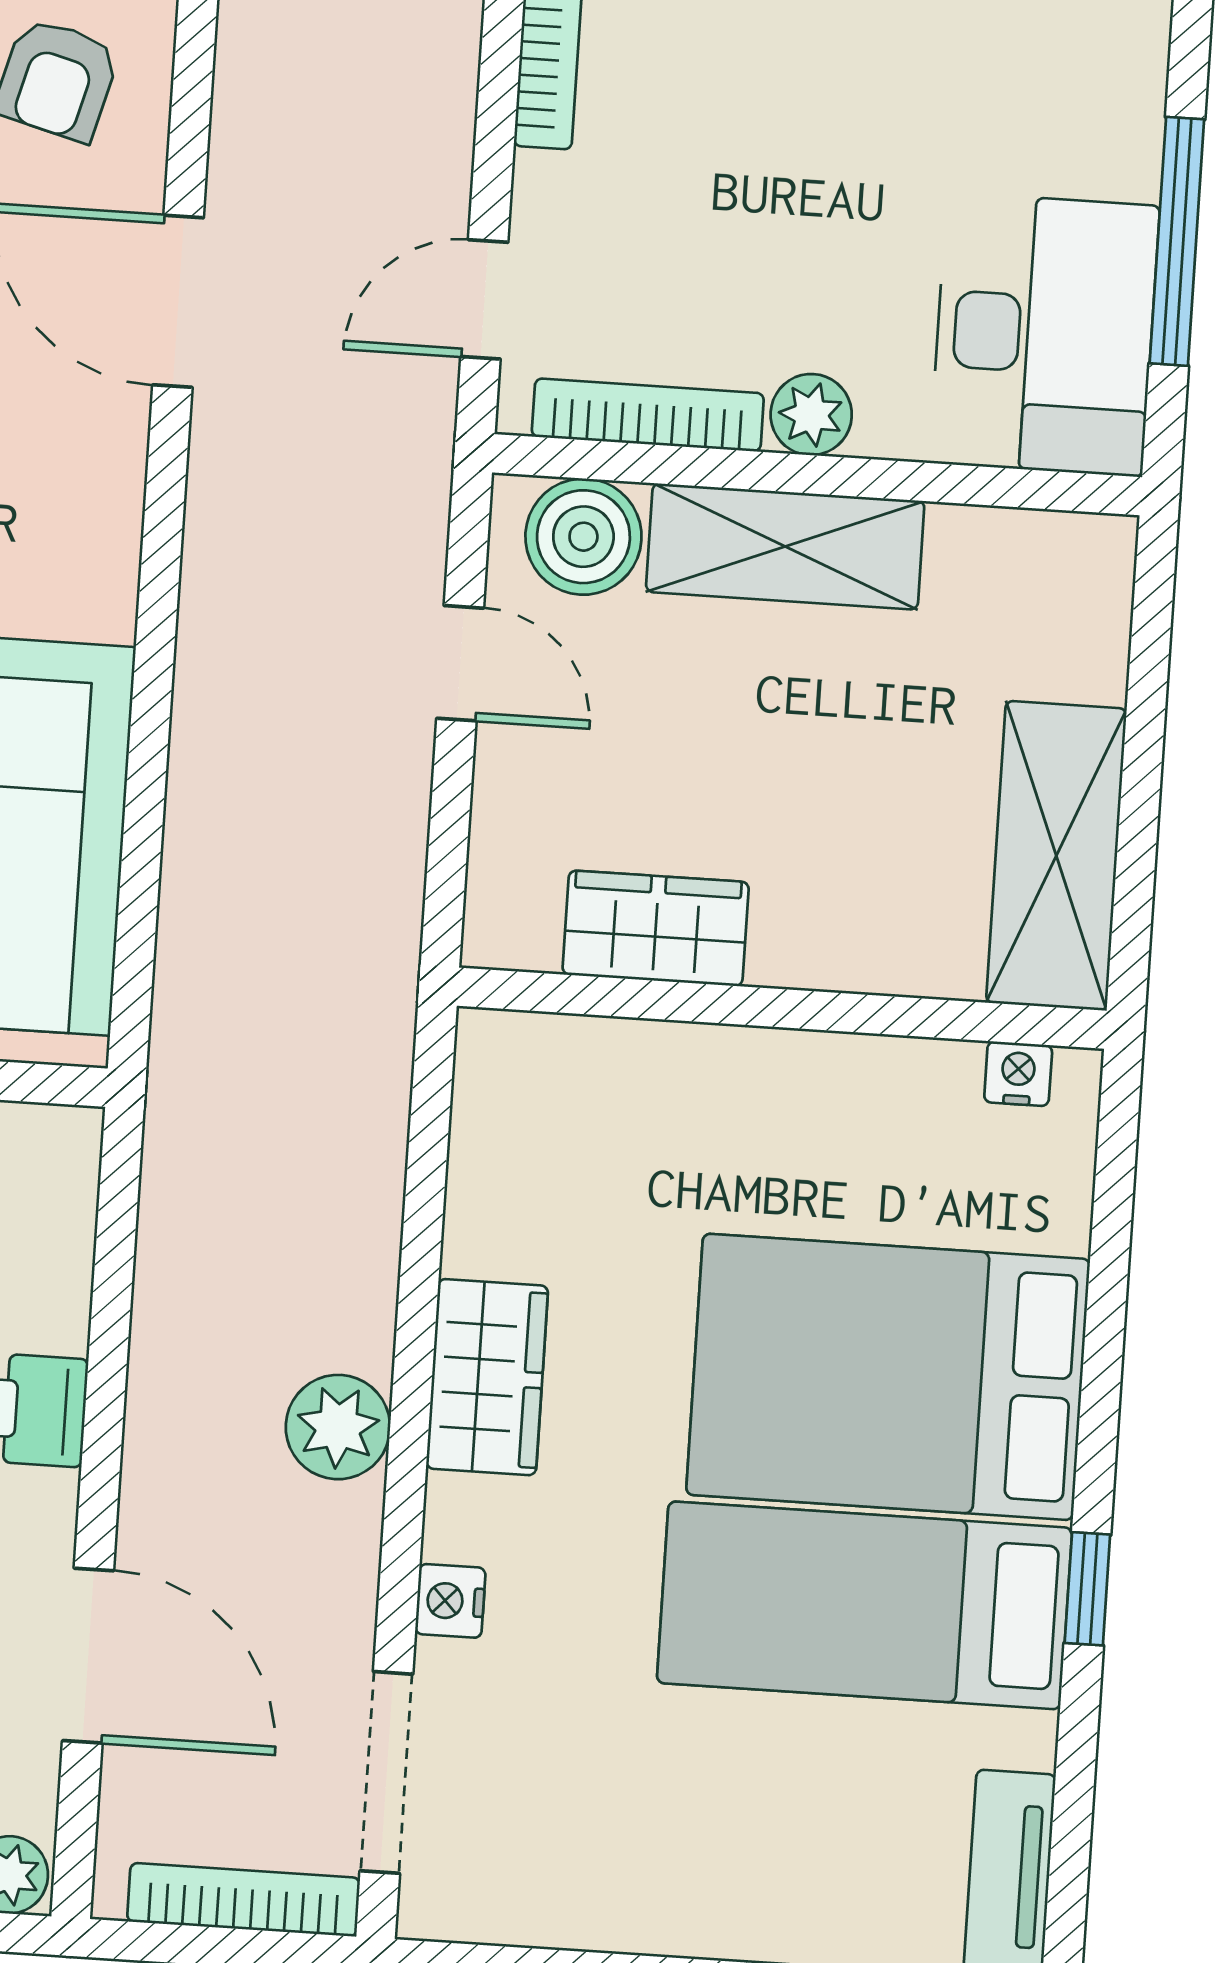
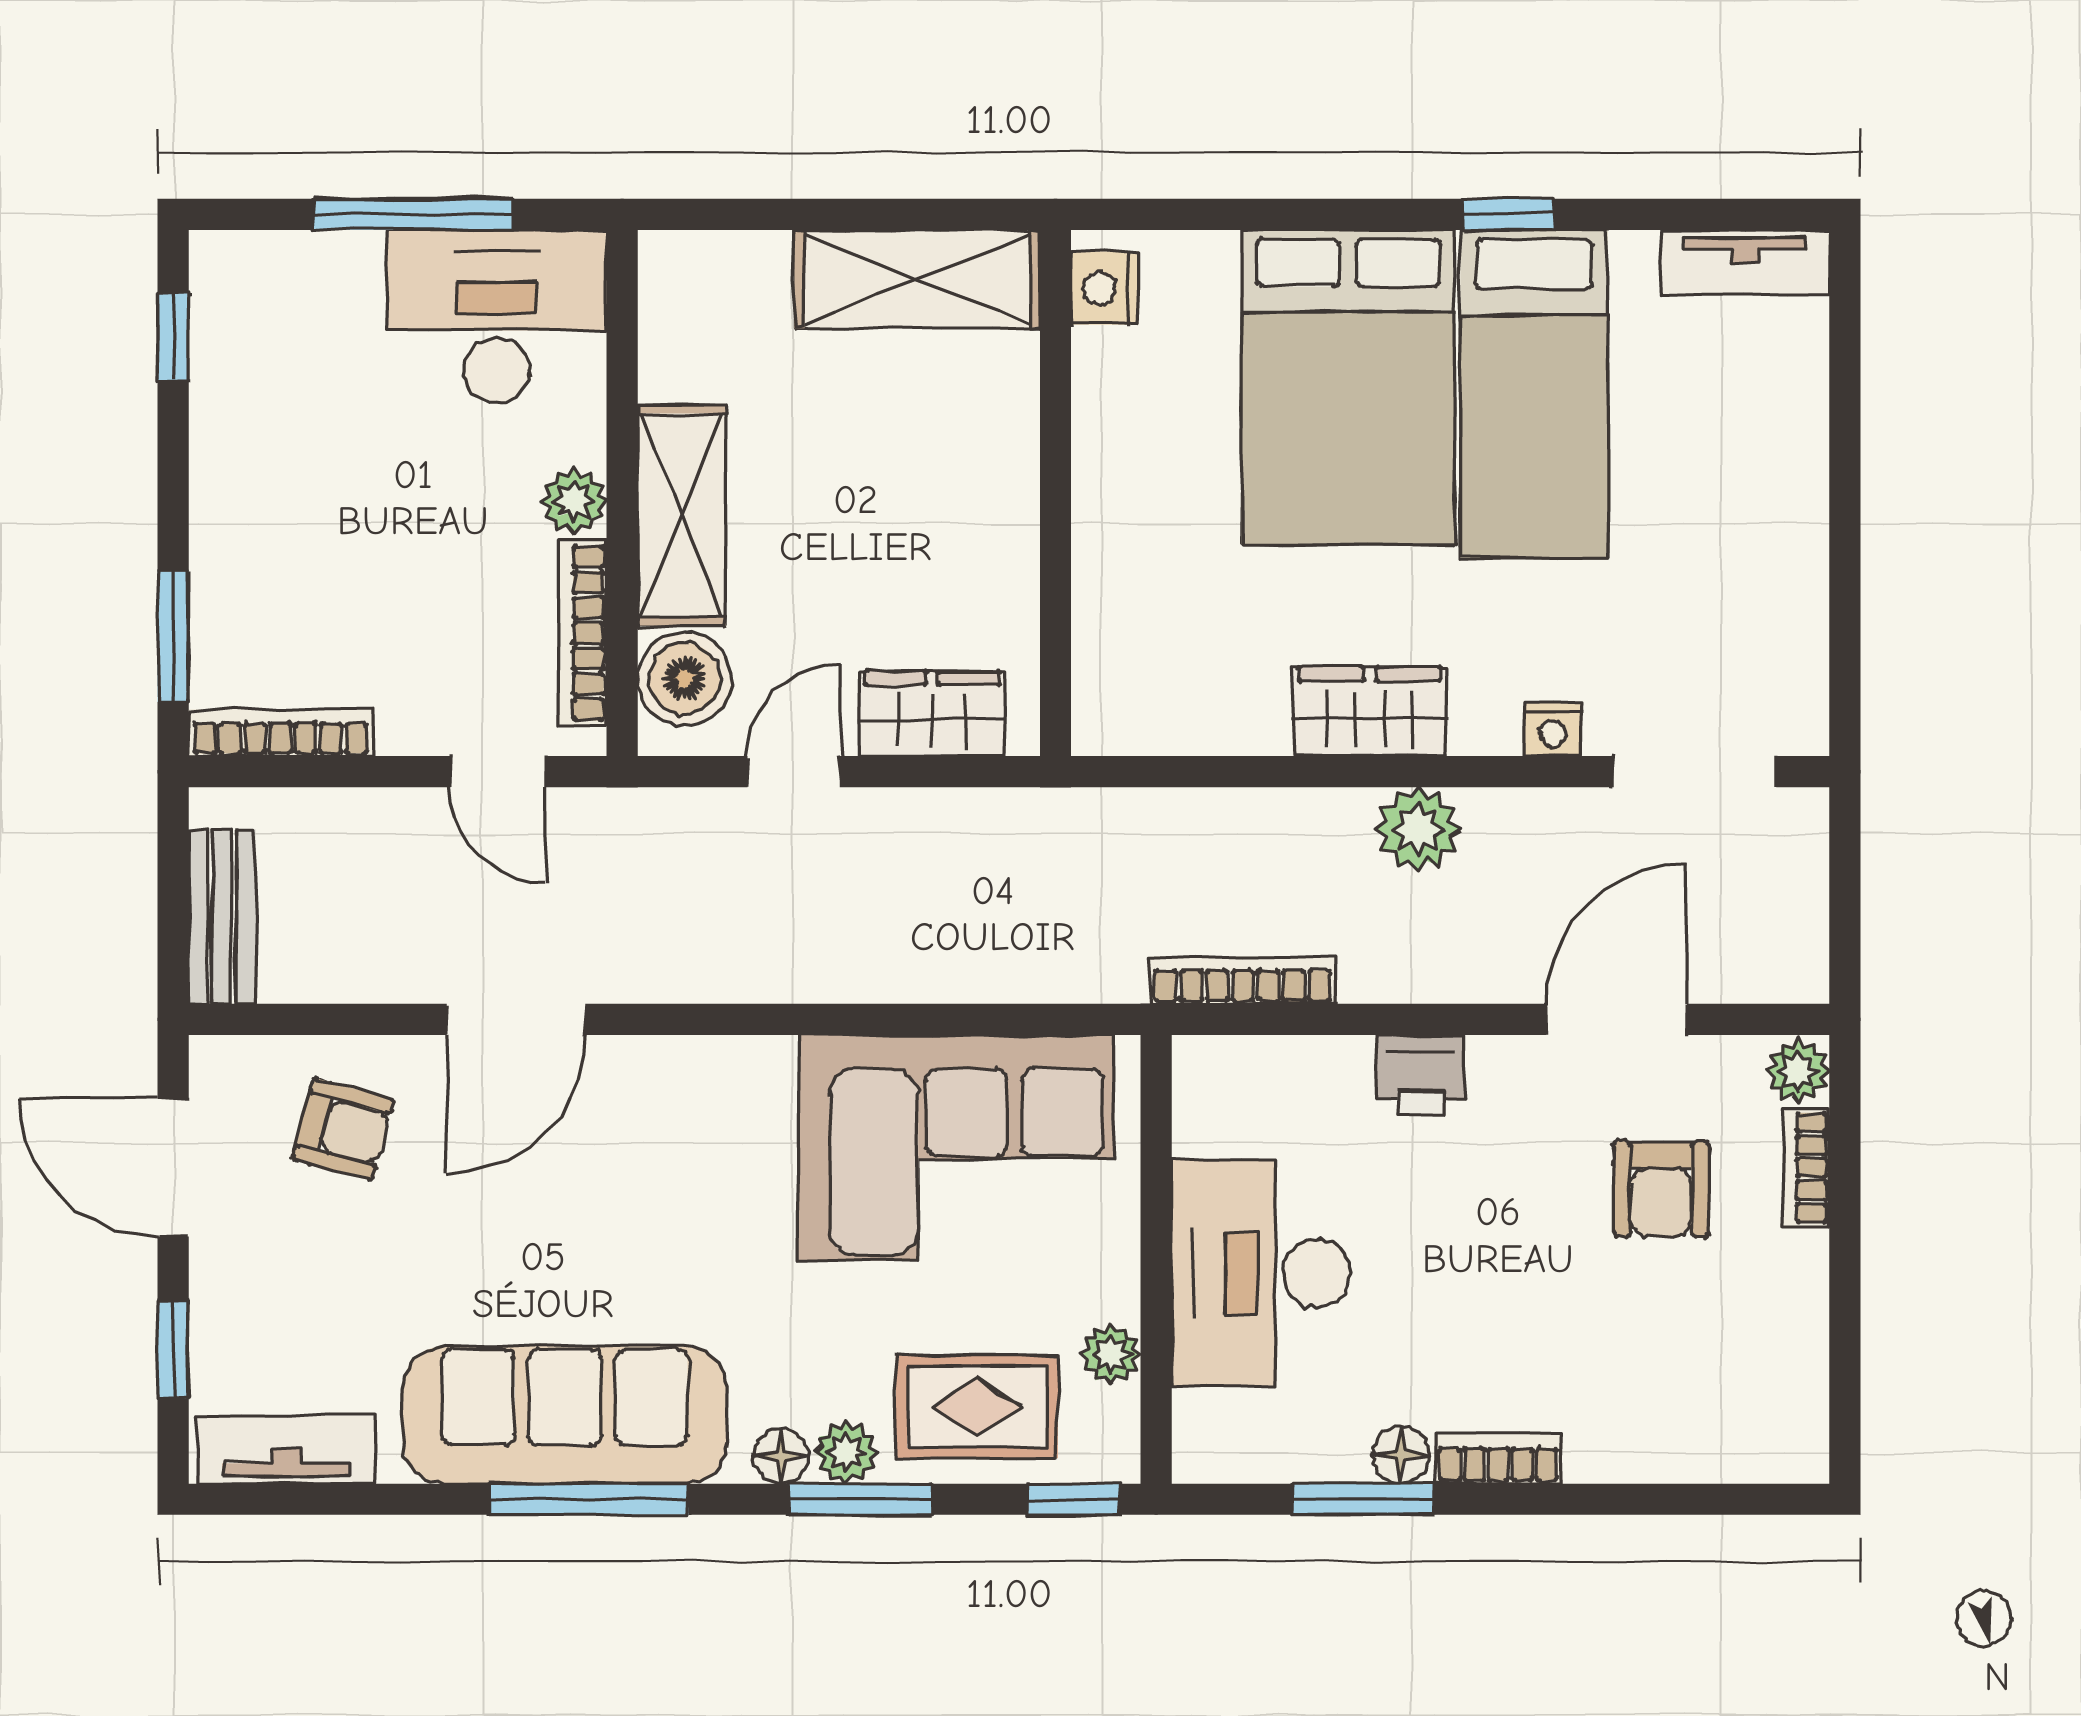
wardrobe: (656, 928) -> (932, 714), moved, turned 90
nightstand: (1018, 1074) -> (1105, 288), width x1.39, depth x1.35
bookcase: (244, 1900) -> (1243, 980), moved, turned 90

